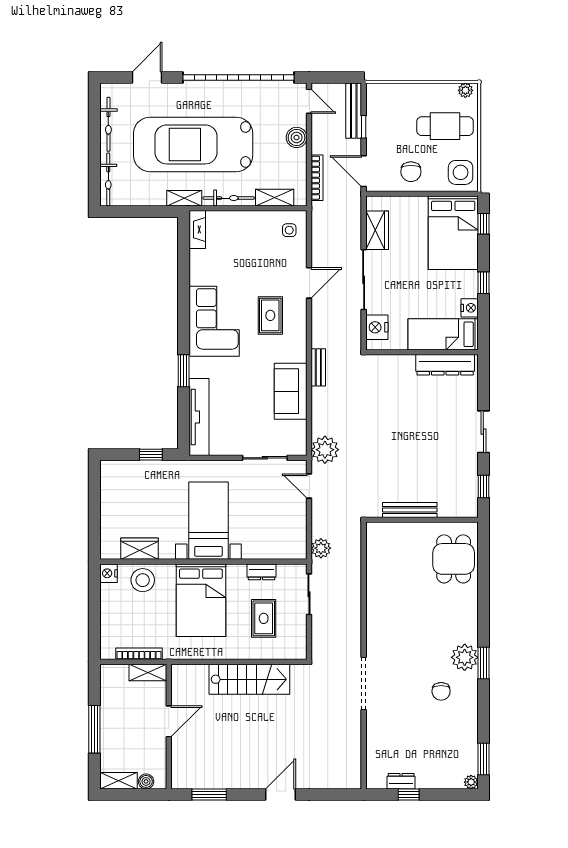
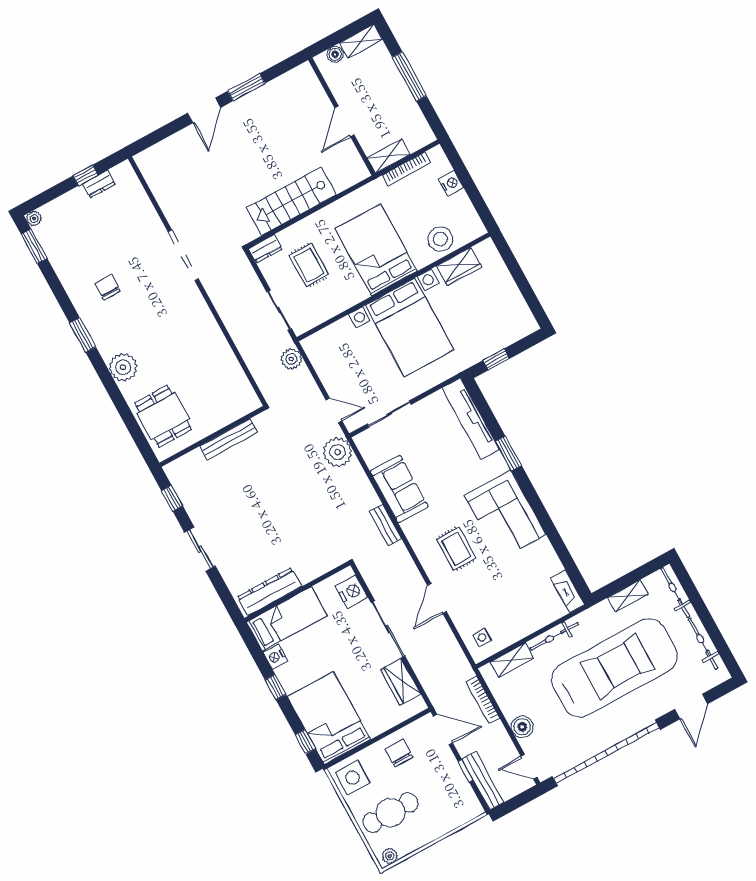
shelving: (184, 198) -> (628, 596), moved
bed with nightstands: (208, 521) -> (410, 327), width x1.36
dresser: (262, 572) -> (265, 249), moved, turned 180
nightstand: (109, 573) -> (451, 183), moved
plant: (465, 657) -> (123, 367), moved
window: (209, 794) -> (246, 87), moved

